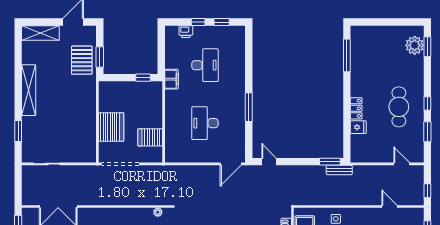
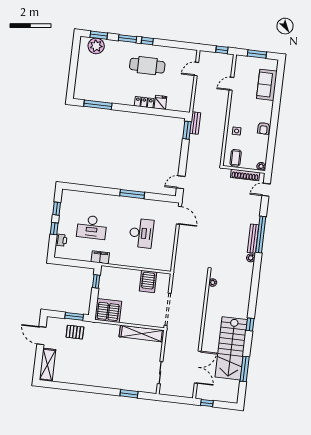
pallet: (82, 60) -> (75, 332), width x0.67, depth x0.71
desk: (205, 65) -> (92, 227), turned 180
shelving: (29, 90) -> (142, 334), moved
desk: (205, 123) -> (141, 233), turned -90
server rack: (111, 127) -> (108, 311), moved
window: (427, 132) -> (128, 39), moved

